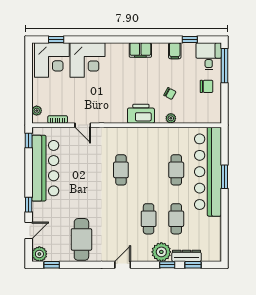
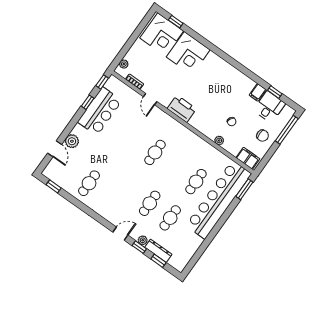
filing cabinet: (140, 50) -> (248, 158), moved, turned 180
desk: (209, 56) -> (269, 107), moved
printer: (141, 114) -> (182, 109), moved
bar counter: (45, 168) -> (100, 111), width x0.73
window: (224, 177) -> (244, 189), moved
window: (29, 205) -> (88, 102), moved
door: (29, 230) -> (55, 149), hinge flipped
cafe table: (81, 239) -> (89, 183), width x0.73, depth x0.74
plant: (161, 252) -> (143, 240), width x0.53, depth x0.53
plant: (39, 254) -> (72, 141), moved
door: (123, 265) -> (120, 234), moved

